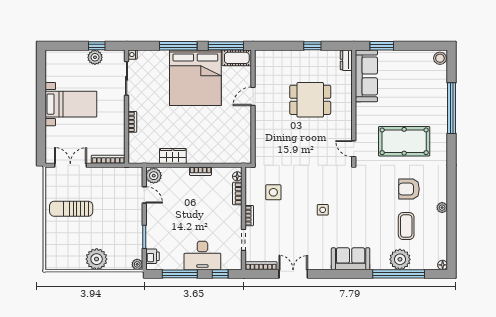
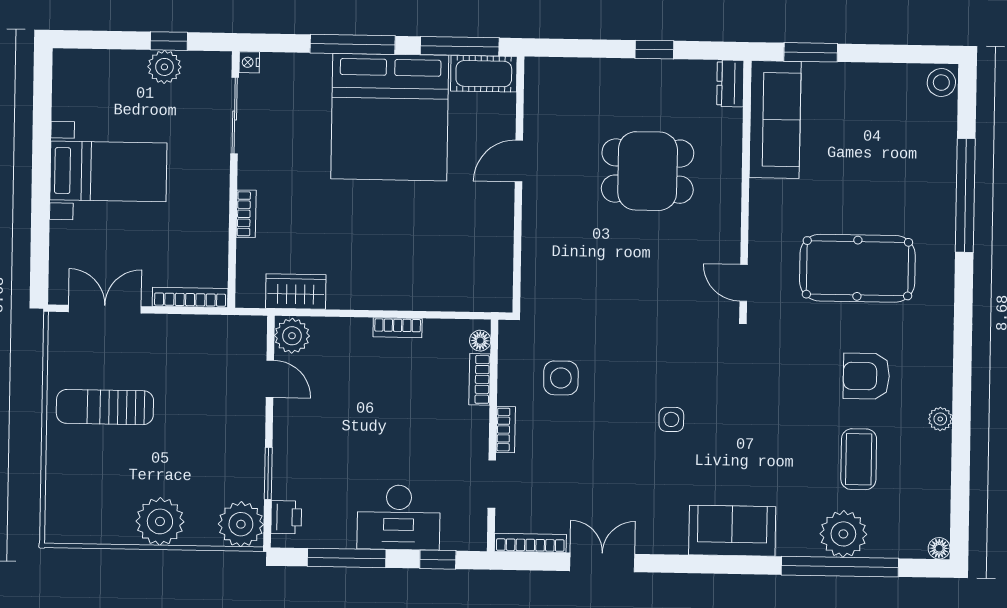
wardrobe: (173, 156) -> (296, 291), moved
plant: (137, 264) -> (241, 524), width x1.88, depth x1.88

